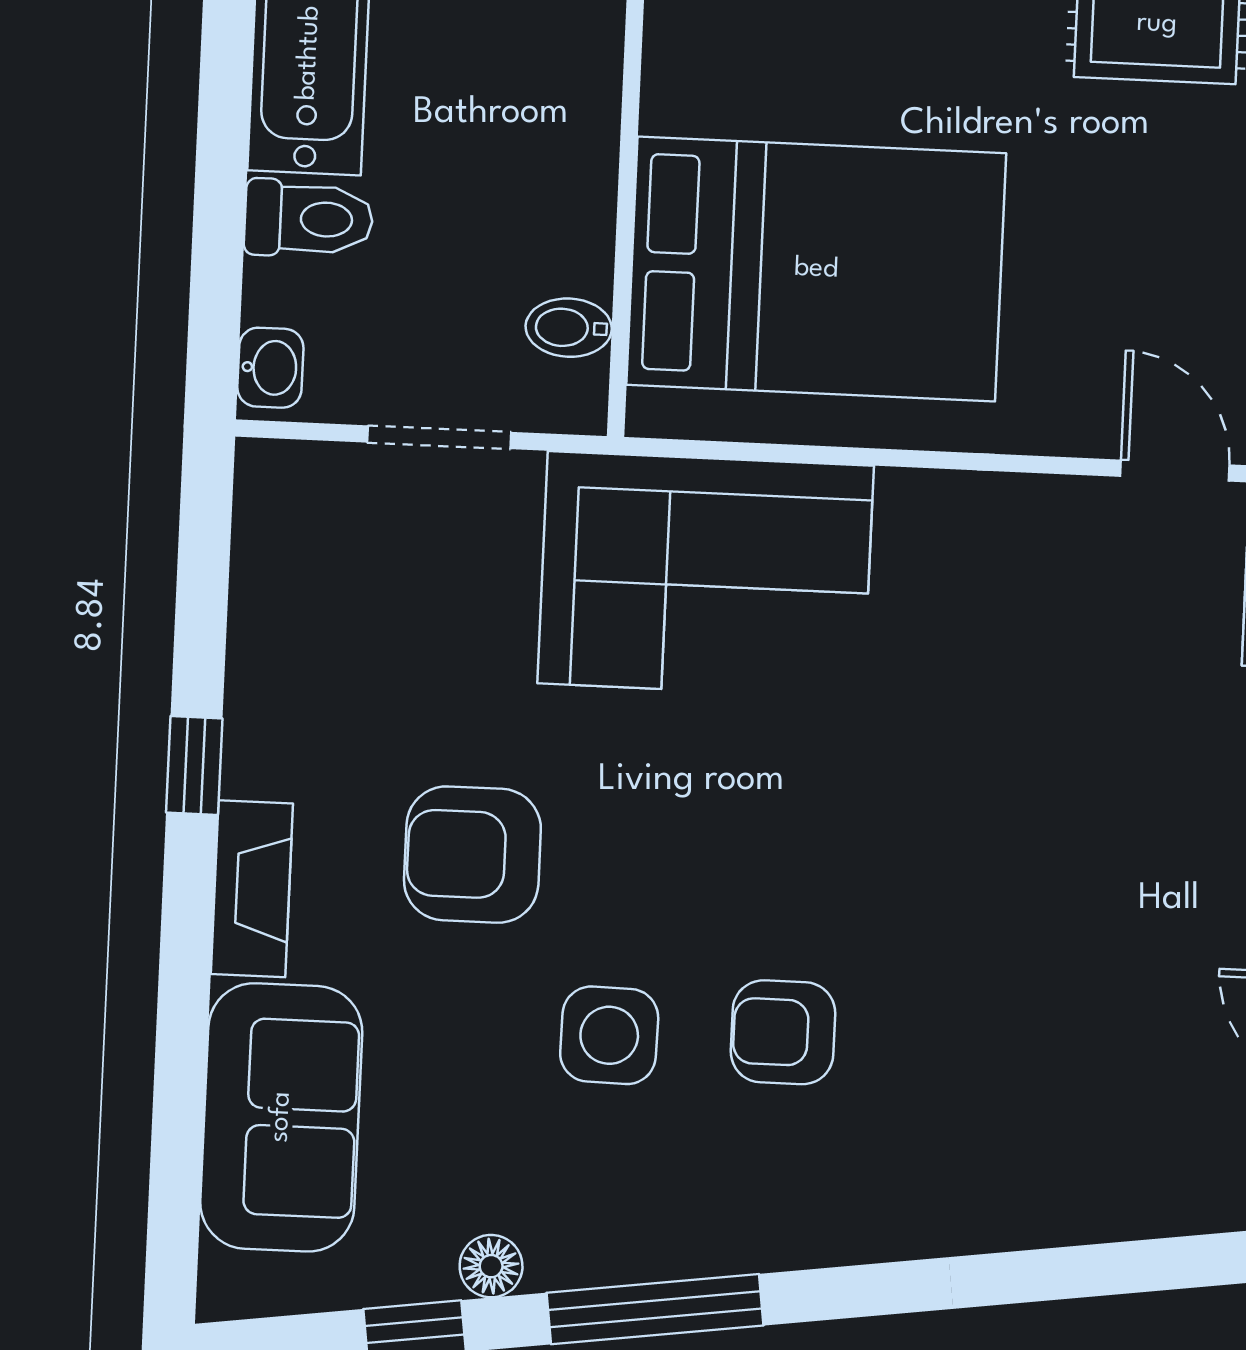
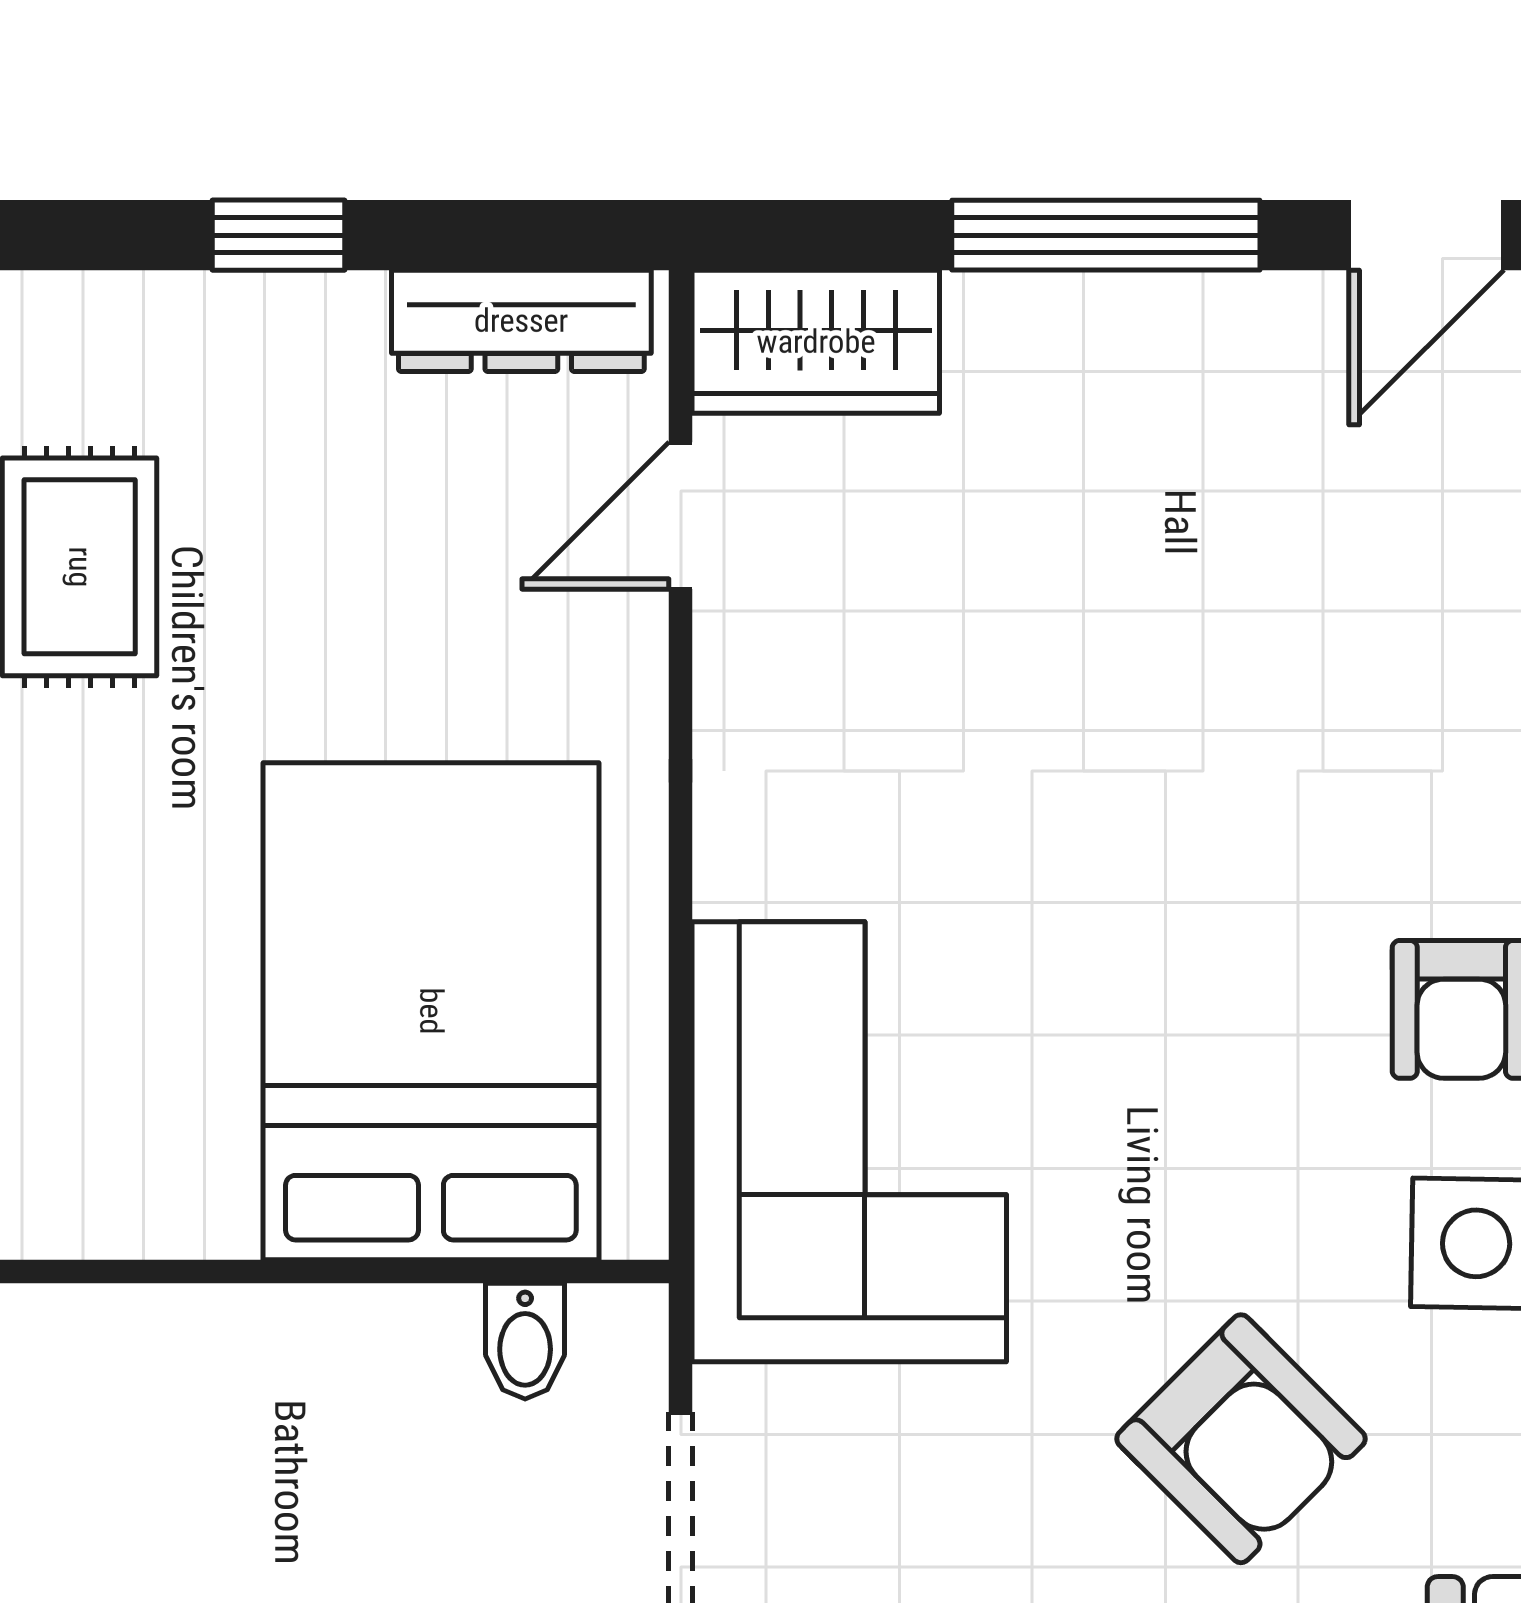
armchair: (472, 855) -> (1241, 1439), turned -45

